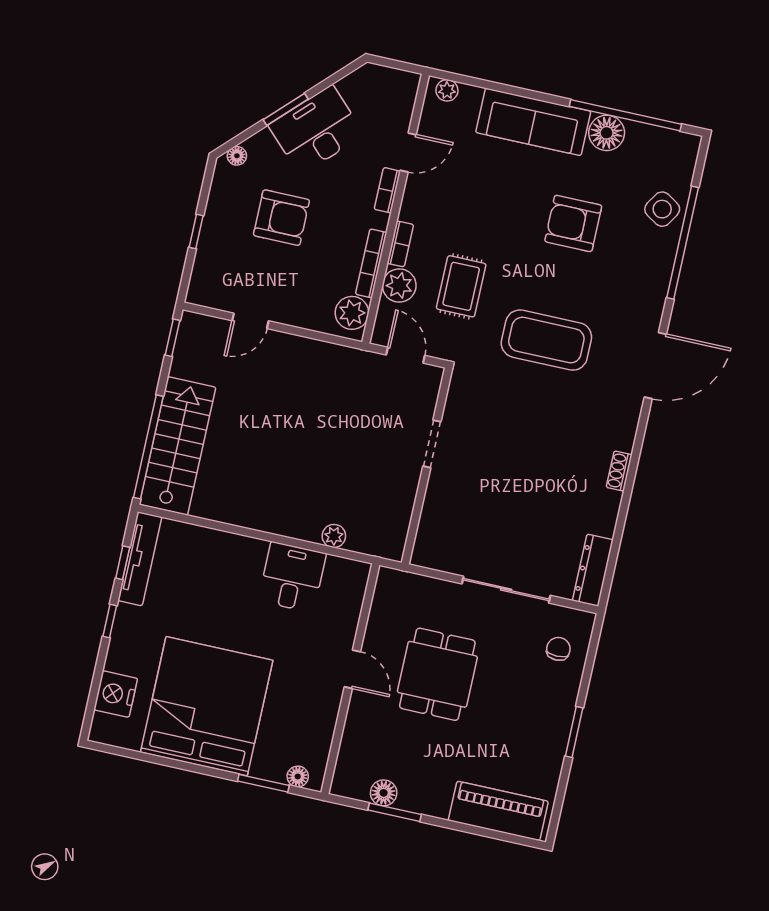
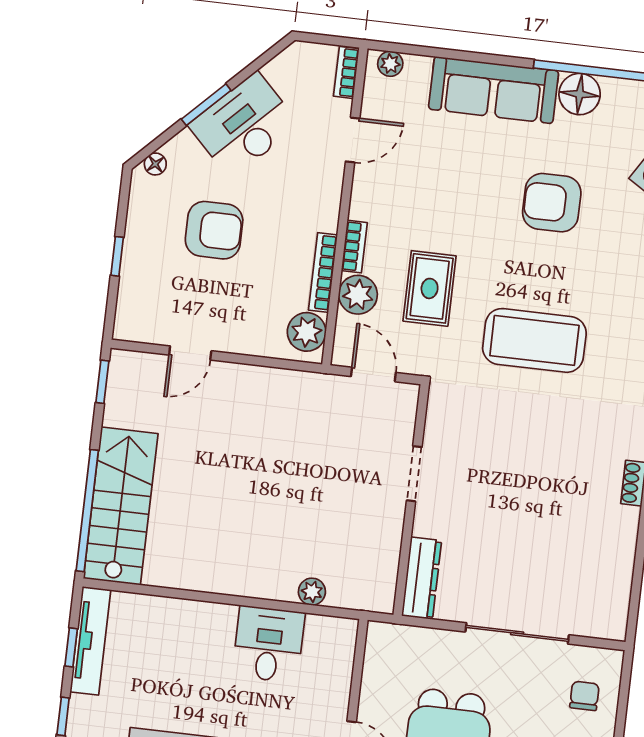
bookcase: (387, 190) -> (346, 72), moved
dresser: (593, 570) -> (422, 578), moved, turned 180

